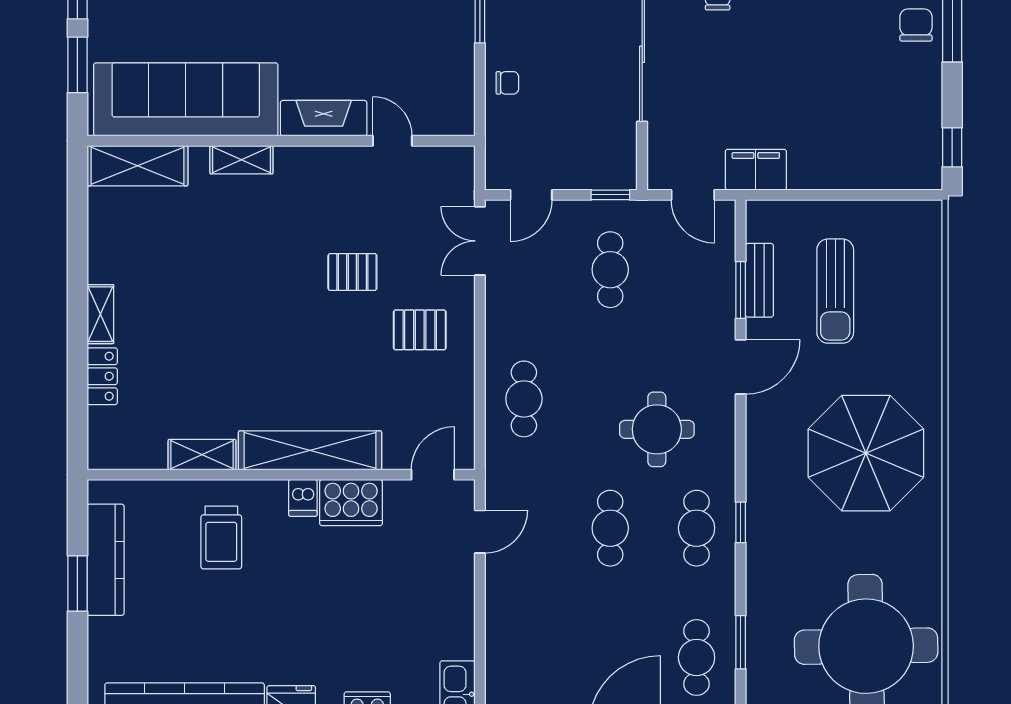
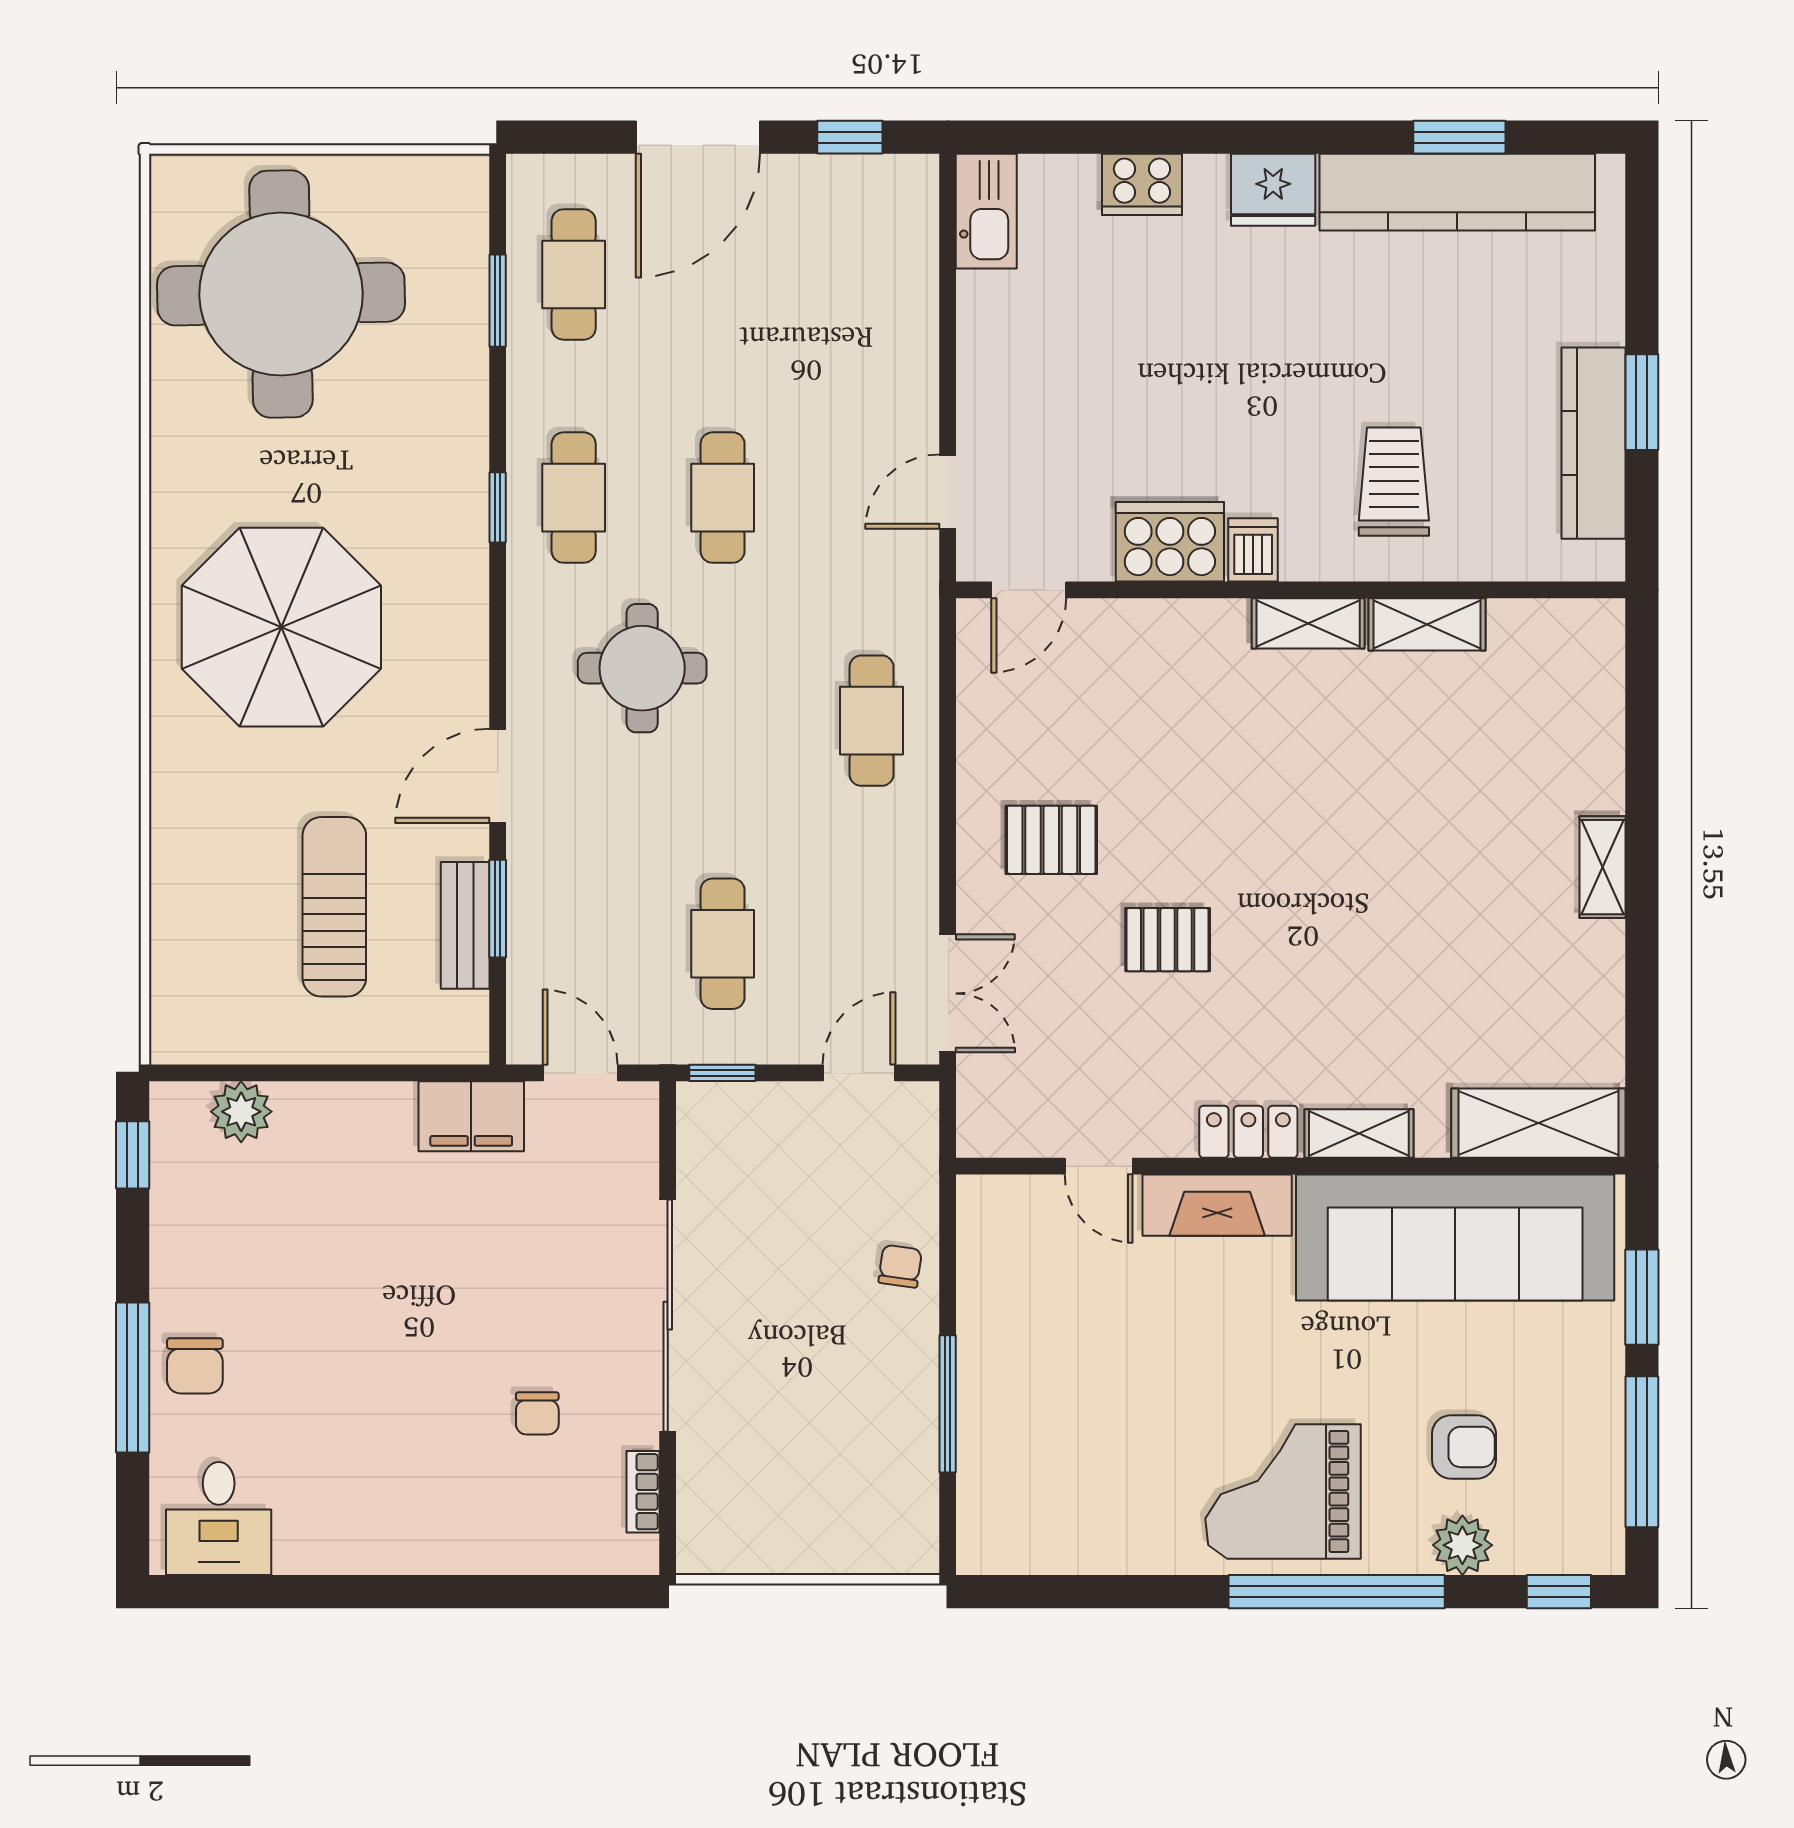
chair: (507, 83) -> (900, 1266), turned 98
plant: (889, 172) -> (241, 1112), added
locker: (102, 376) -> (1248, 1132), moved, turned 90
shelving: (310, 450) -> (1308, 623), width x0.45, depth x0.75

